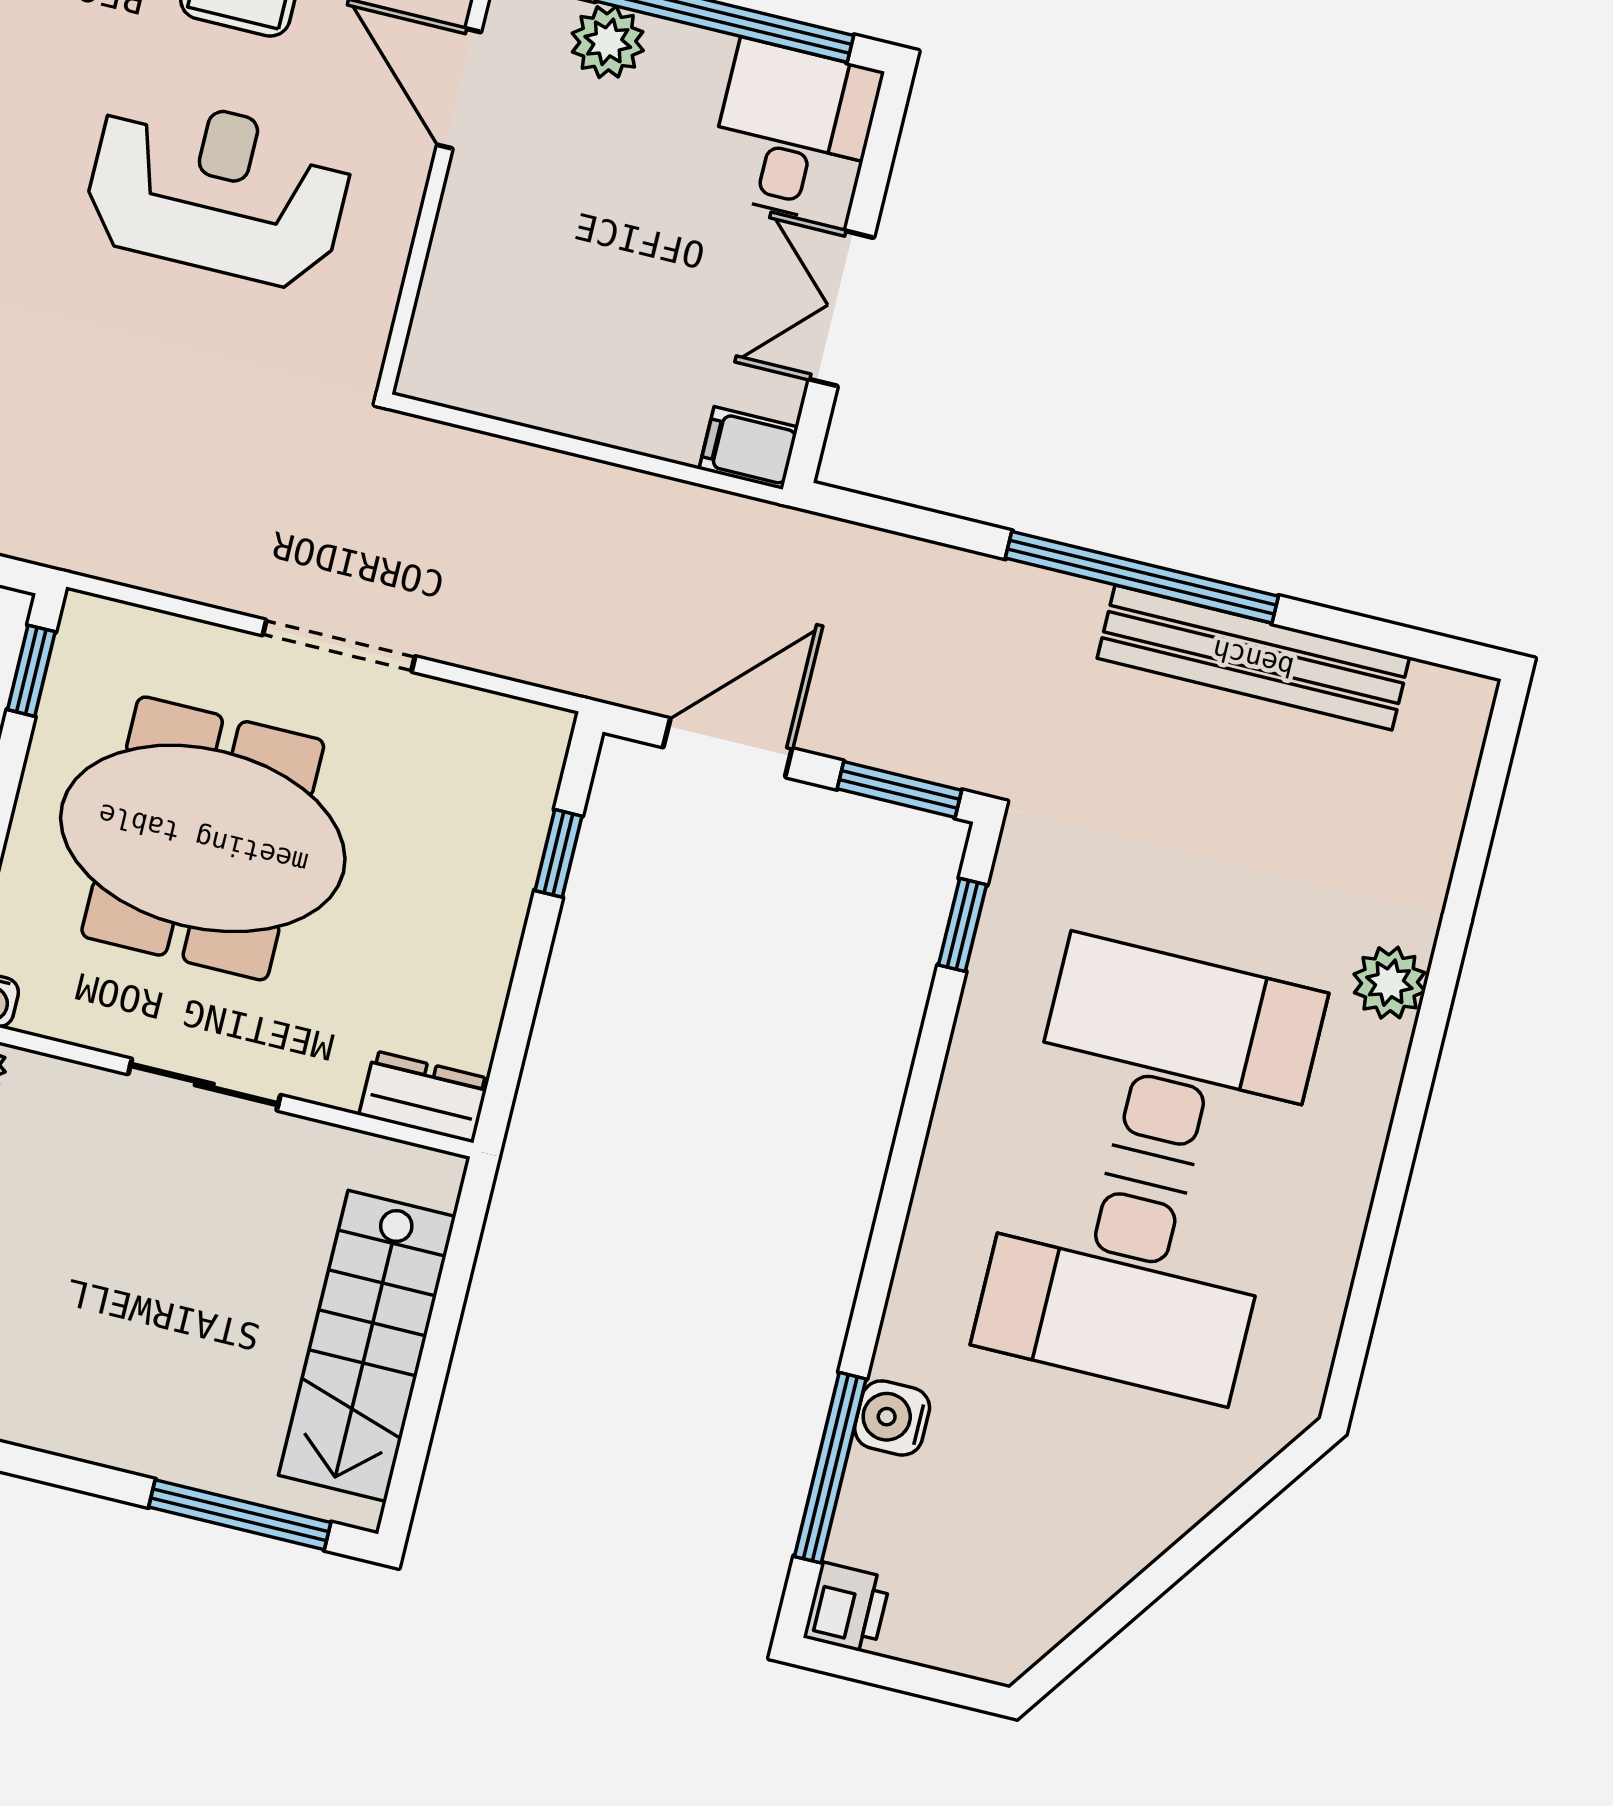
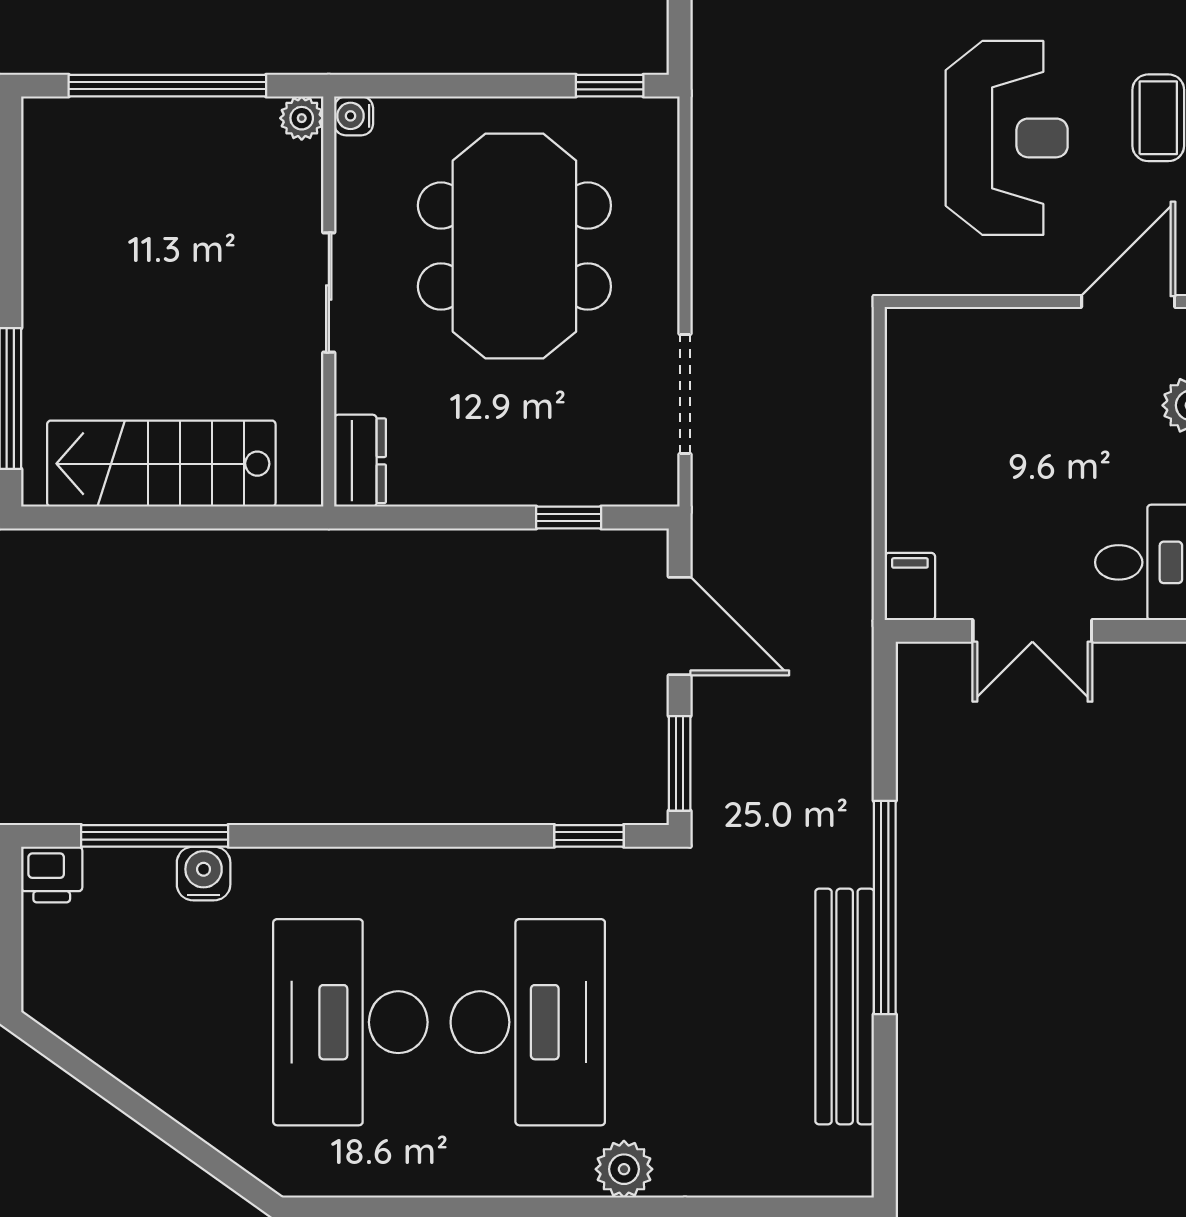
double door: (841, 308) -> (1032, 631), swing flipped
doorway: (339, 646) -> (685, 394), moved

